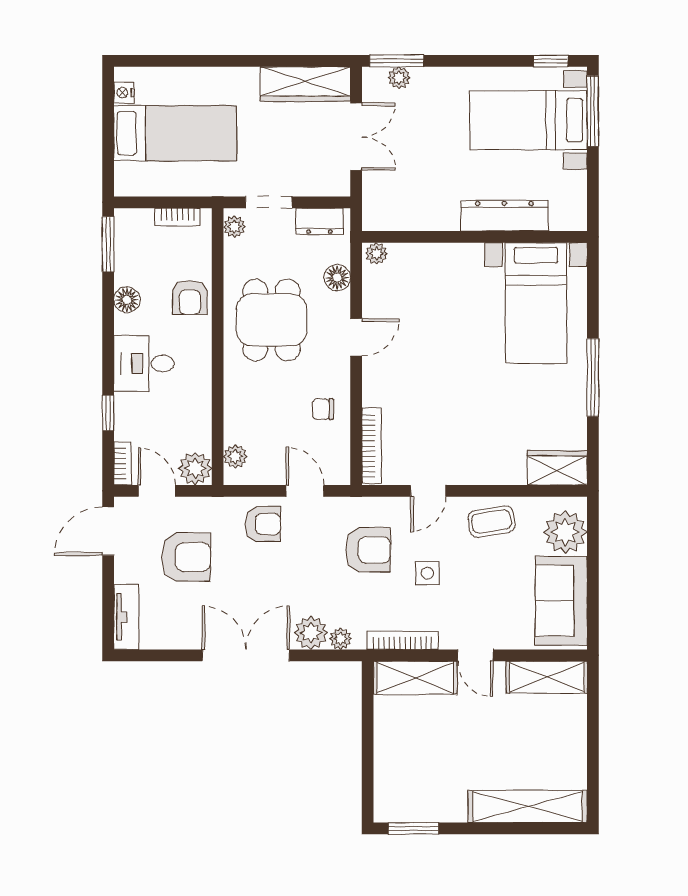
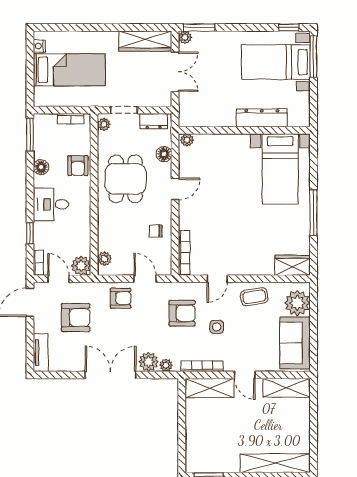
plant: (399, 78) -> (185, 37), moved

